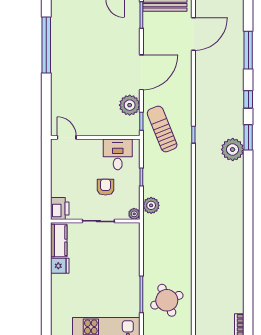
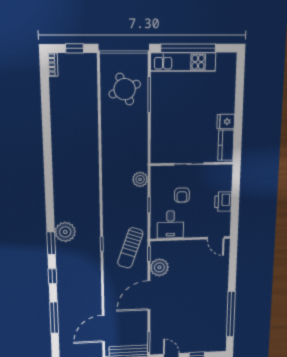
sun lounger: (162, 129) -> (130, 248), turned 41
printer: (60, 209) -> (223, 202), moved
plant: (134, 214) -> (156, 171), removed

